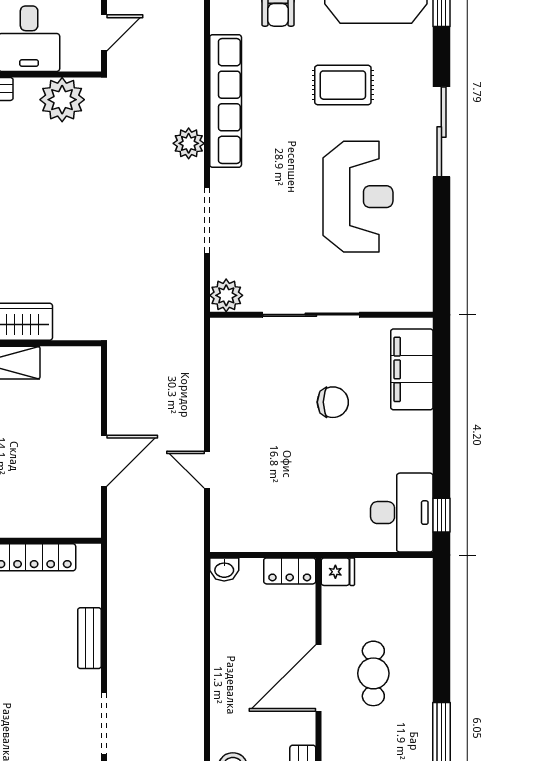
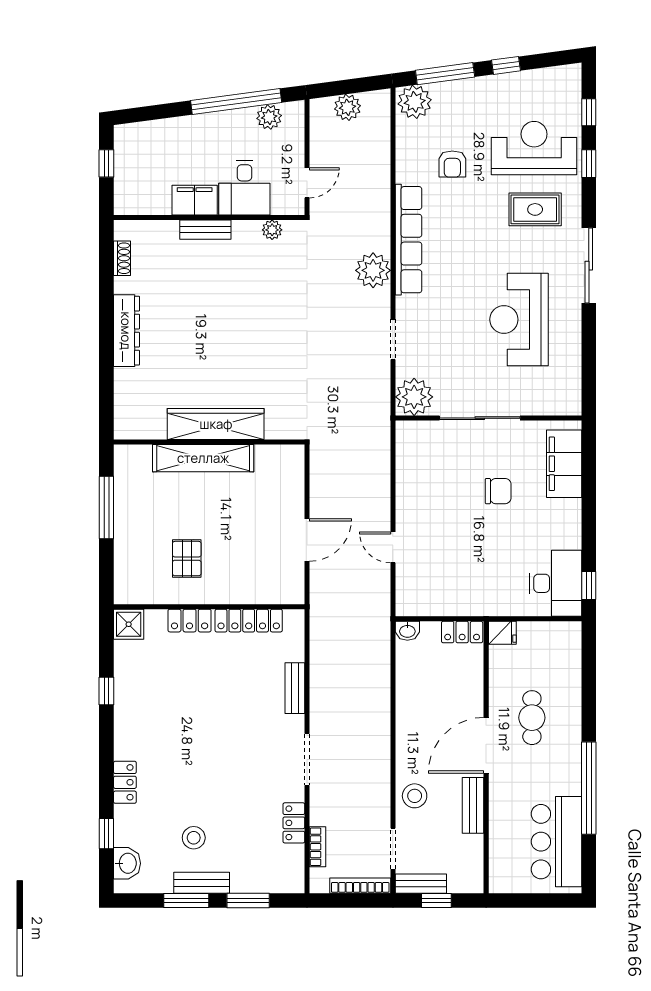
rug: (343, 85) -> (535, 209), moved
plant: (62, 100) -> (272, 230), width x0.53, depth x0.53
plant: (189, 143) -> (373, 270), width x1.36, depth x1.36
reception desk: (358, 197) -> (519, 319), turned 180
doorway: (207, 220) -> (393, 339), width x0.73
plant: (226, 295) -> (414, 397), width x1.36, depth x1.36
door: (318, 678) -> (486, 745), moved

